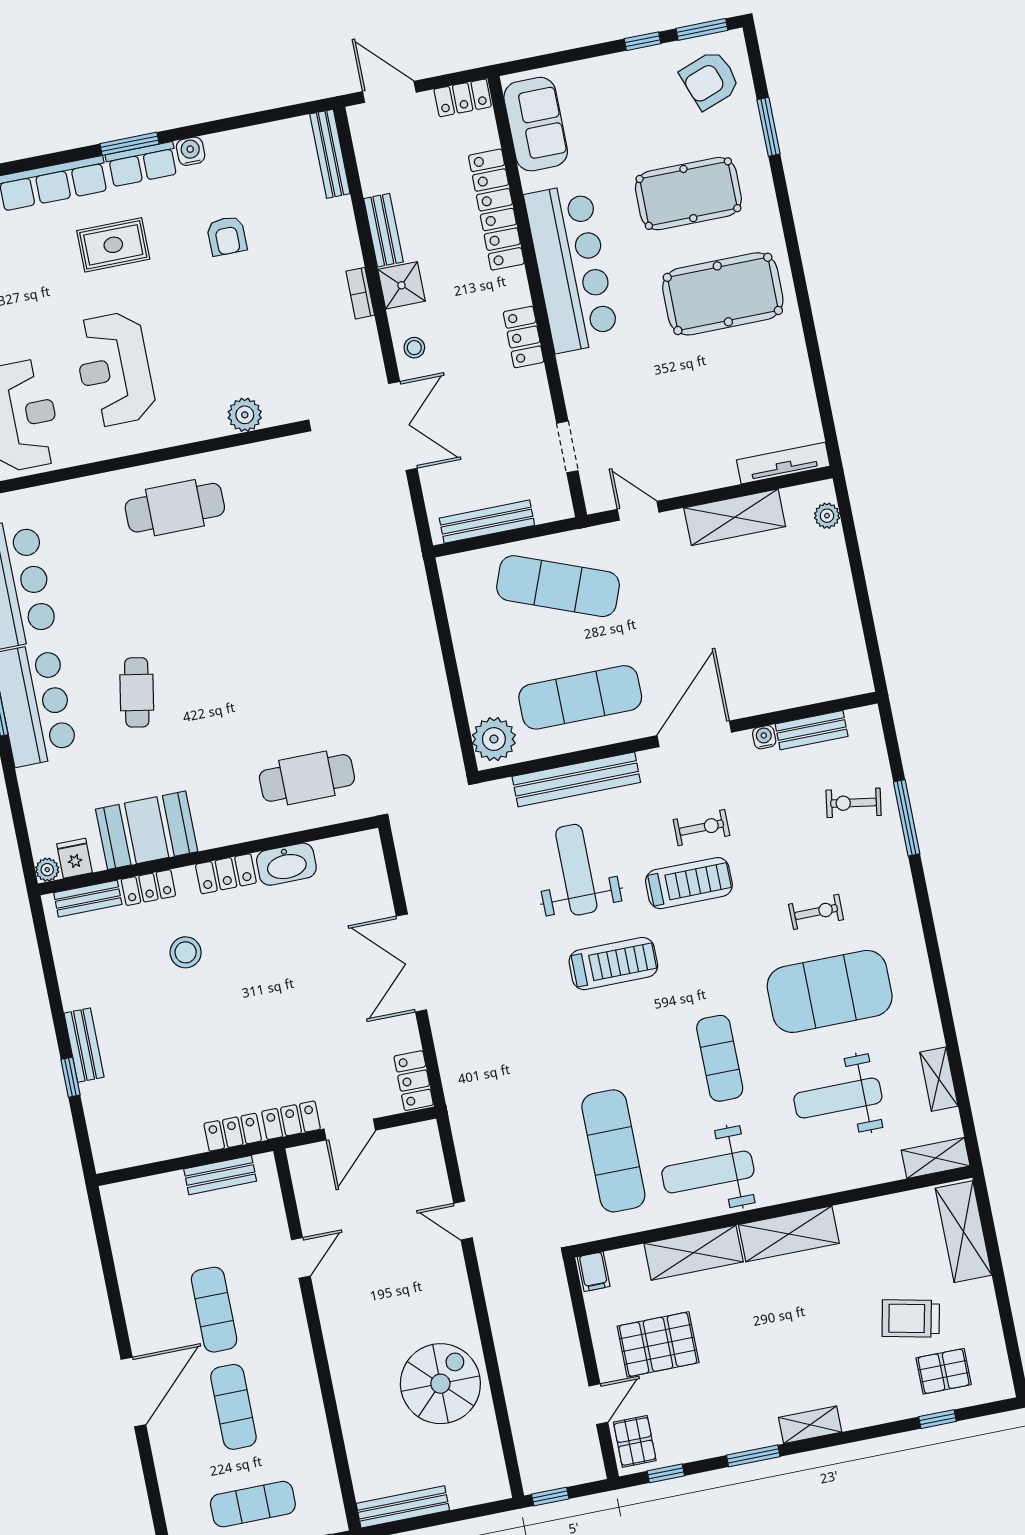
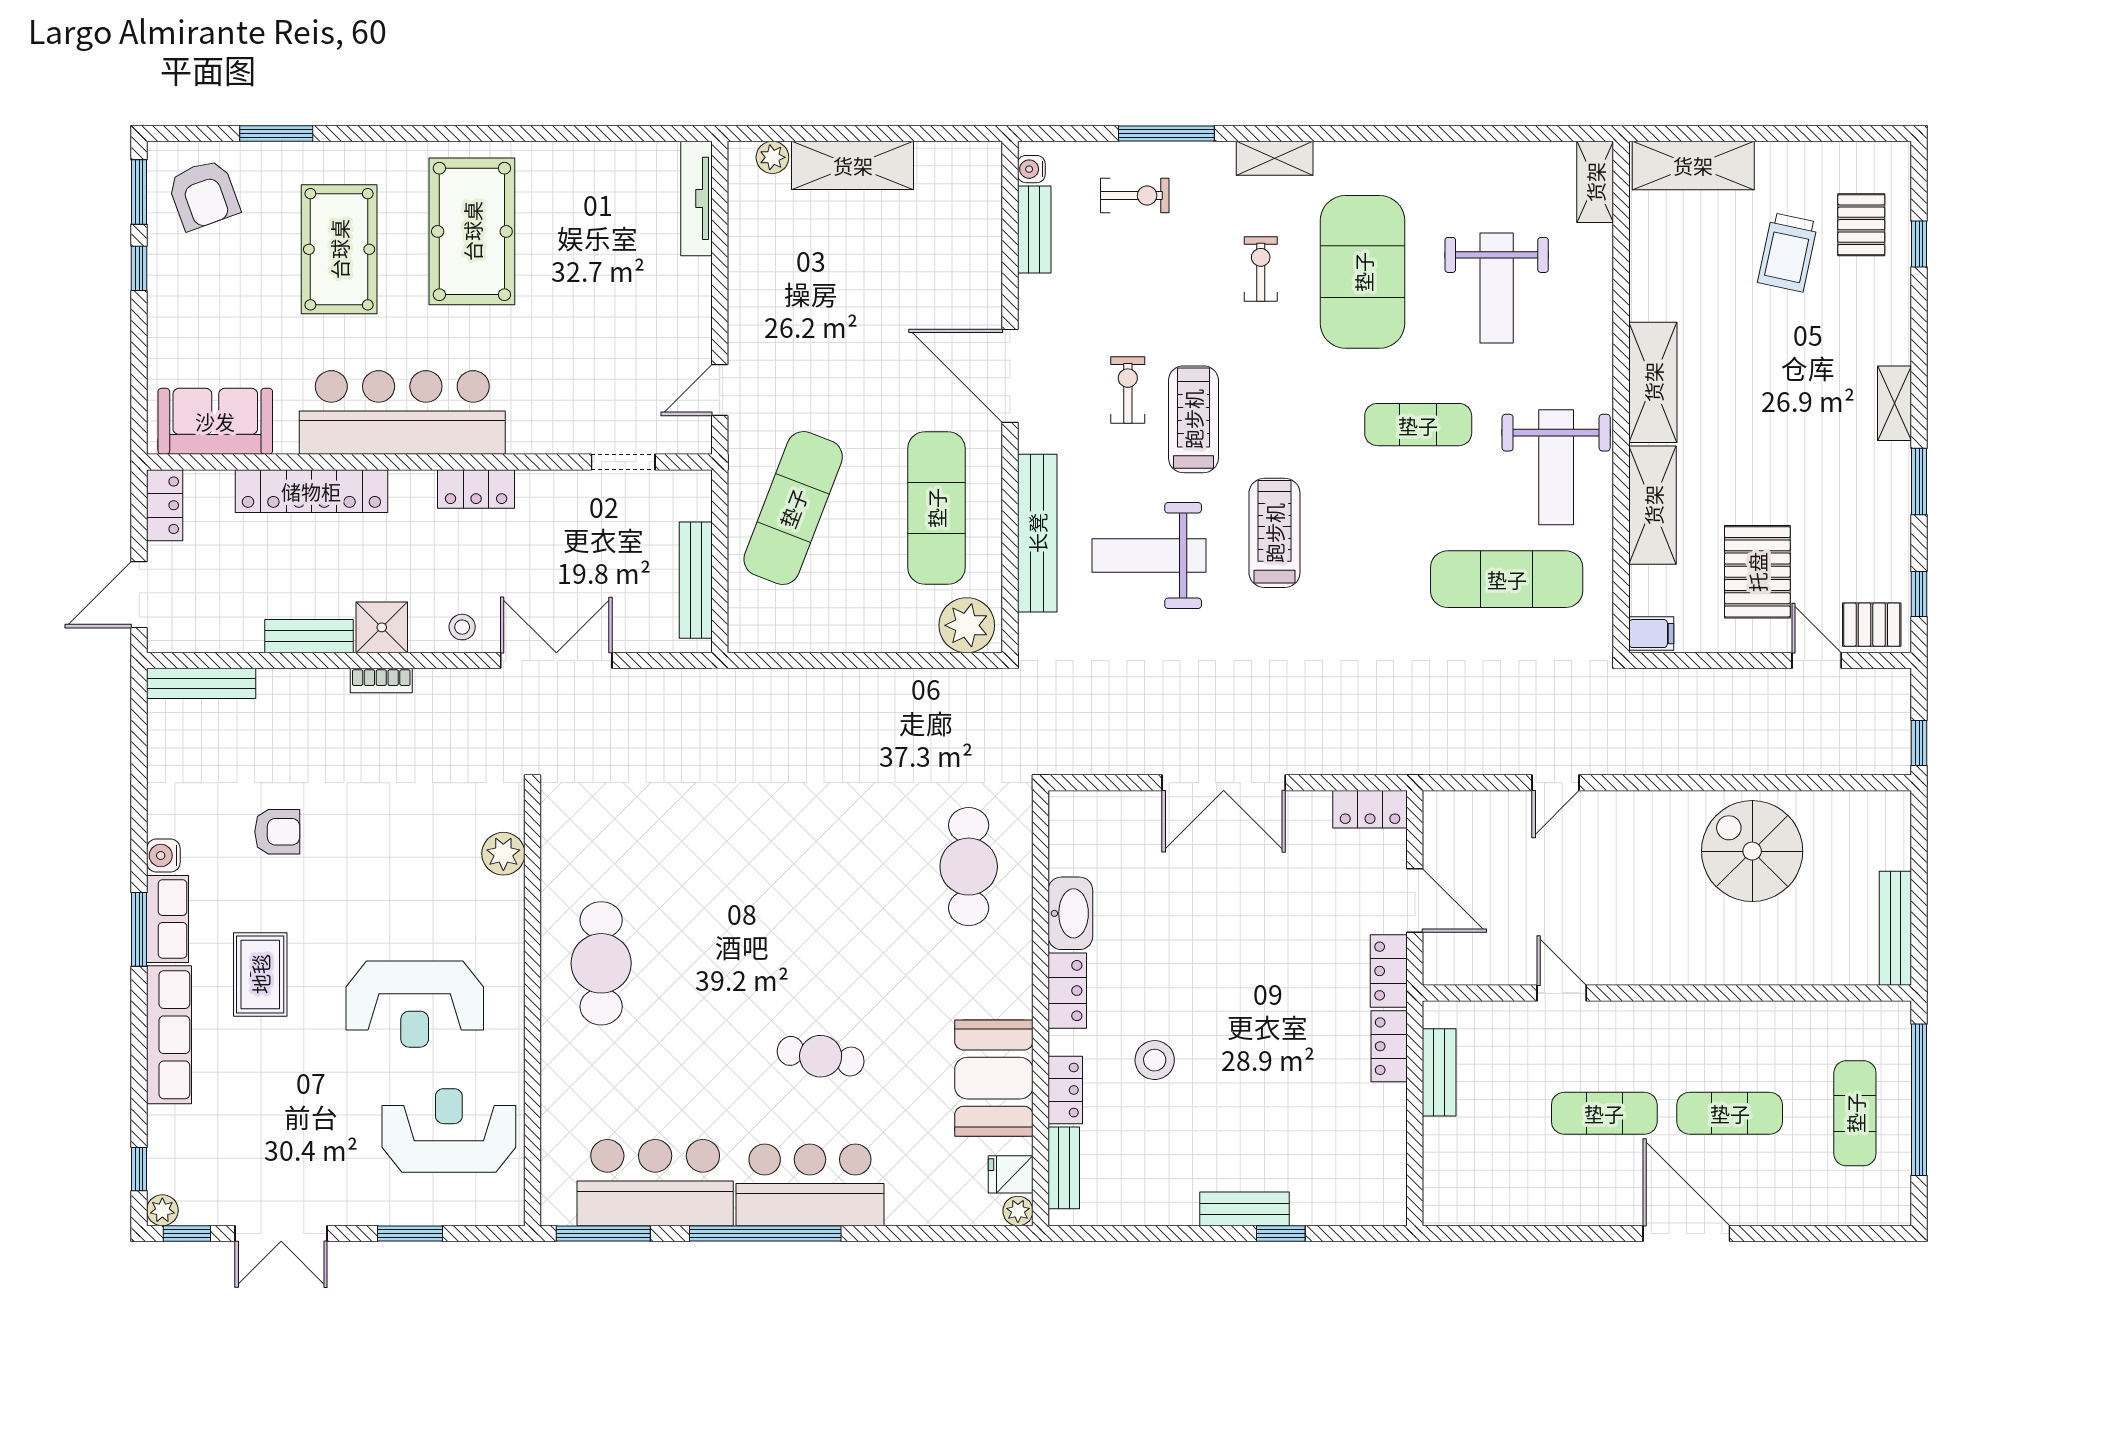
shelving: (735, 517) -> (853, 165), moved, turned 90
water cooler: (764, 737) -> (1031, 169), moved
exercise bike: (854, 803) -> (1135, 196), turned -99
shelving: (939, 1079) -> (1275, 158), moved

